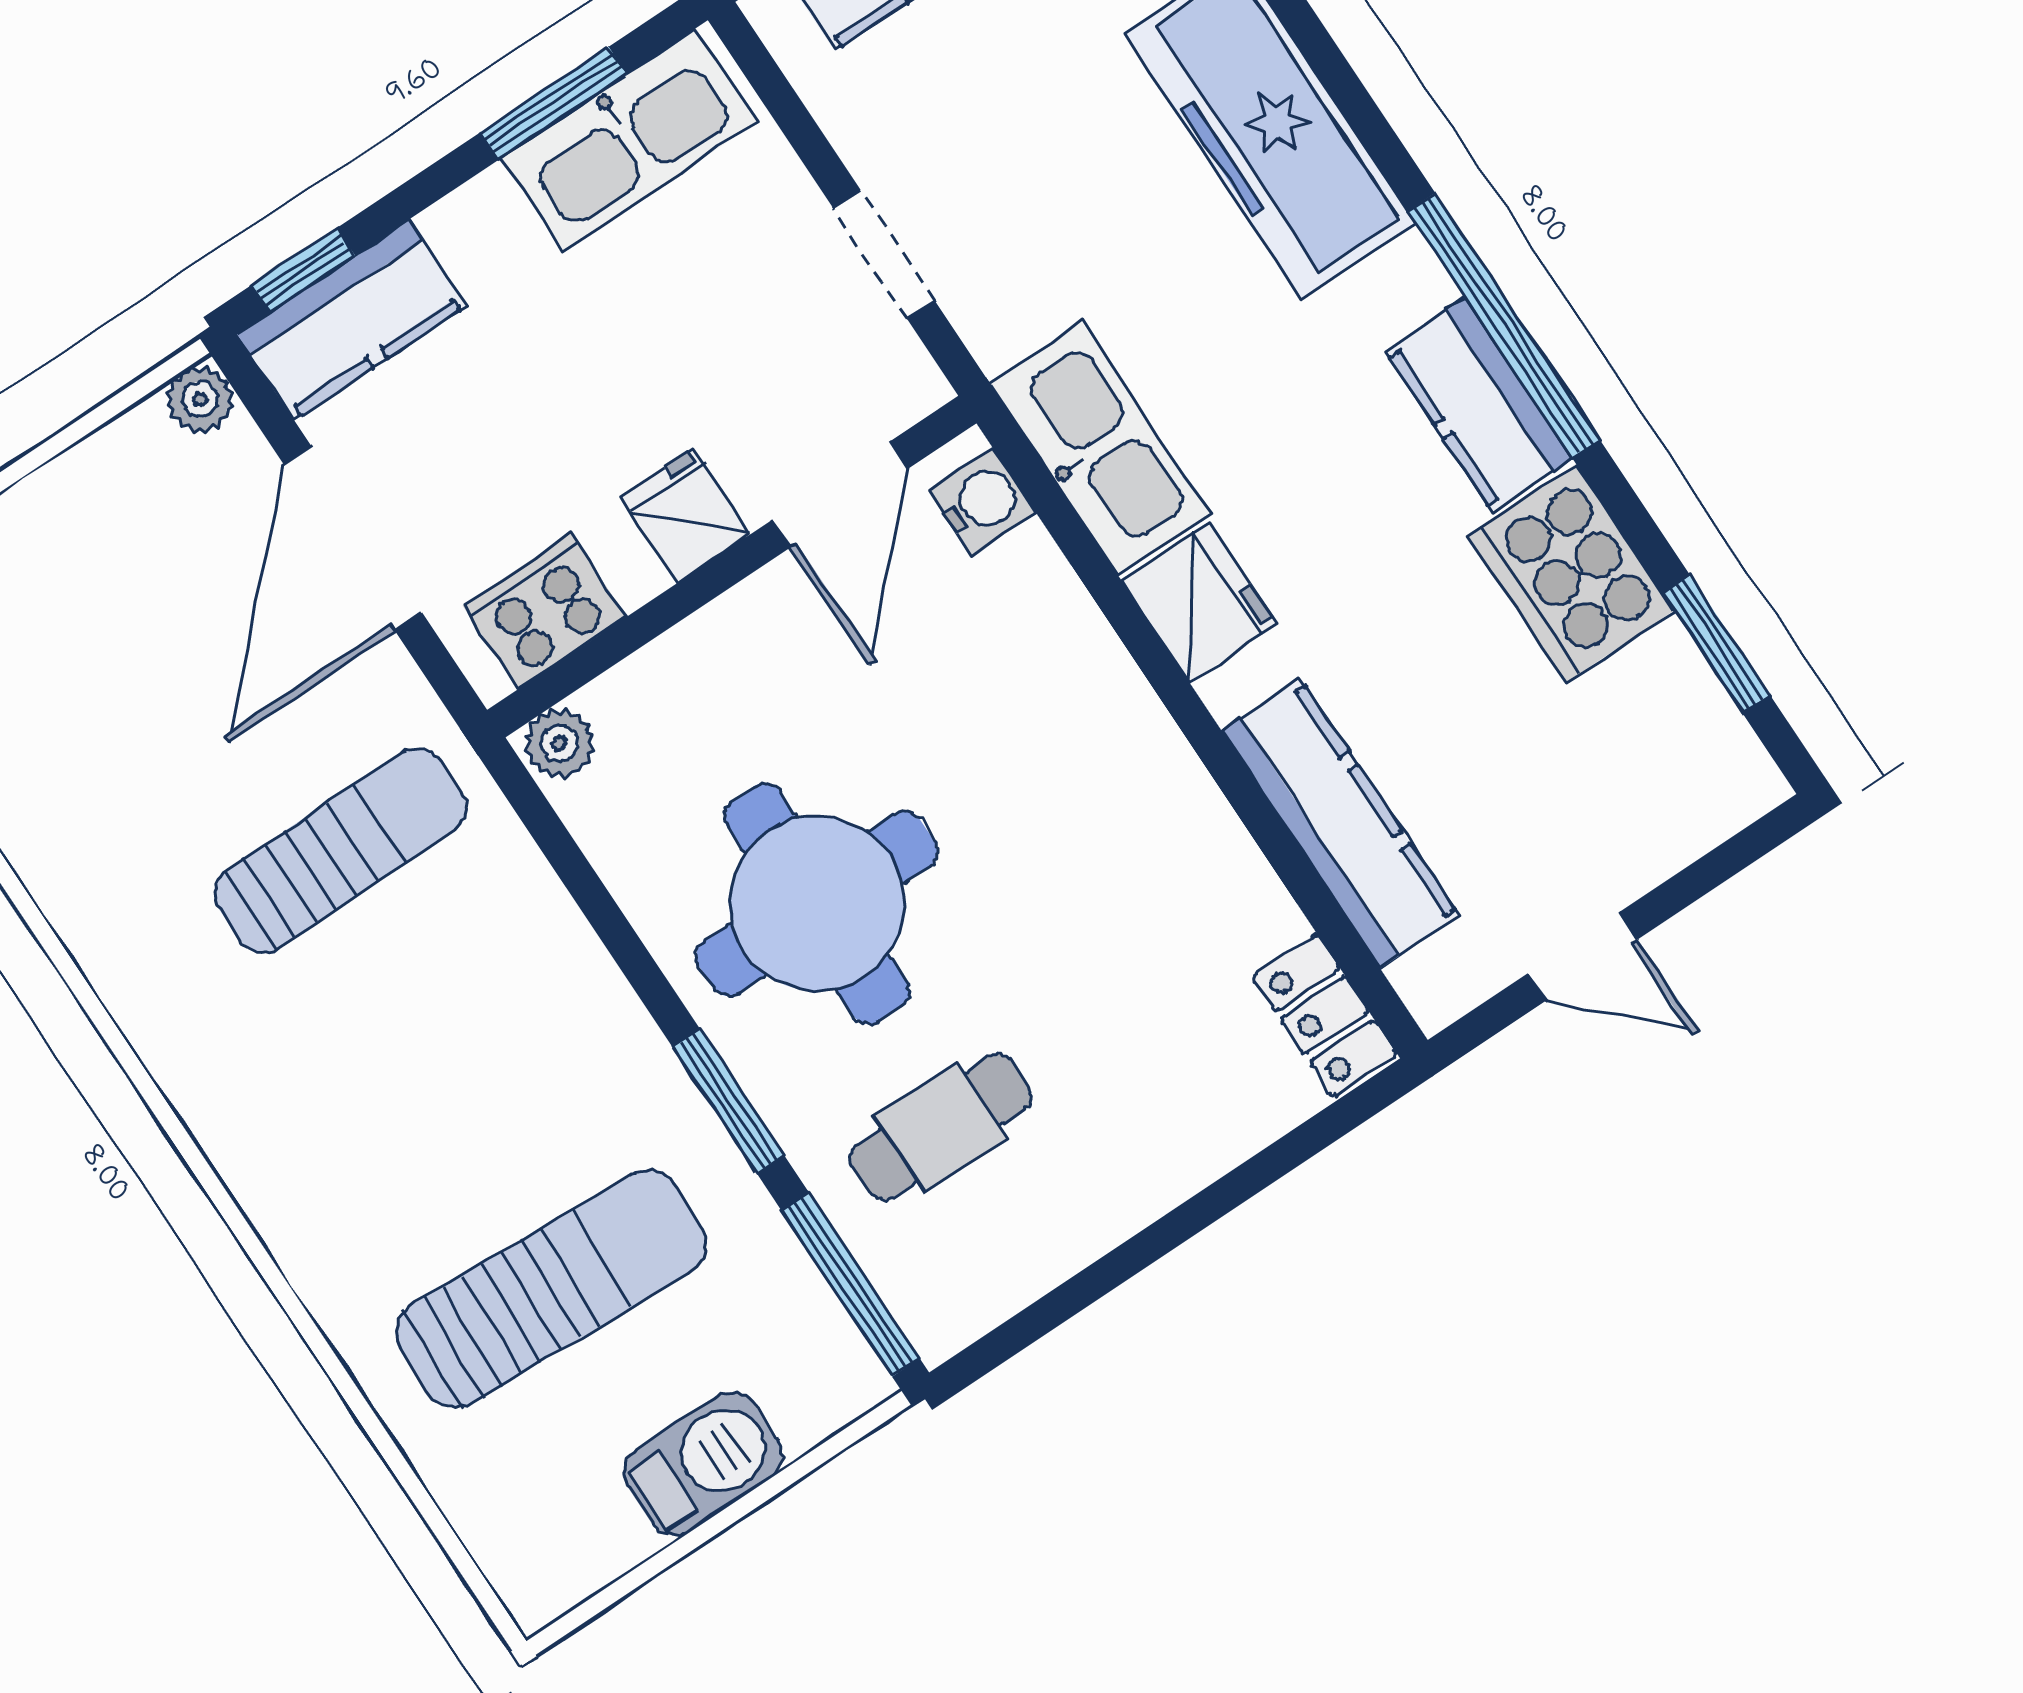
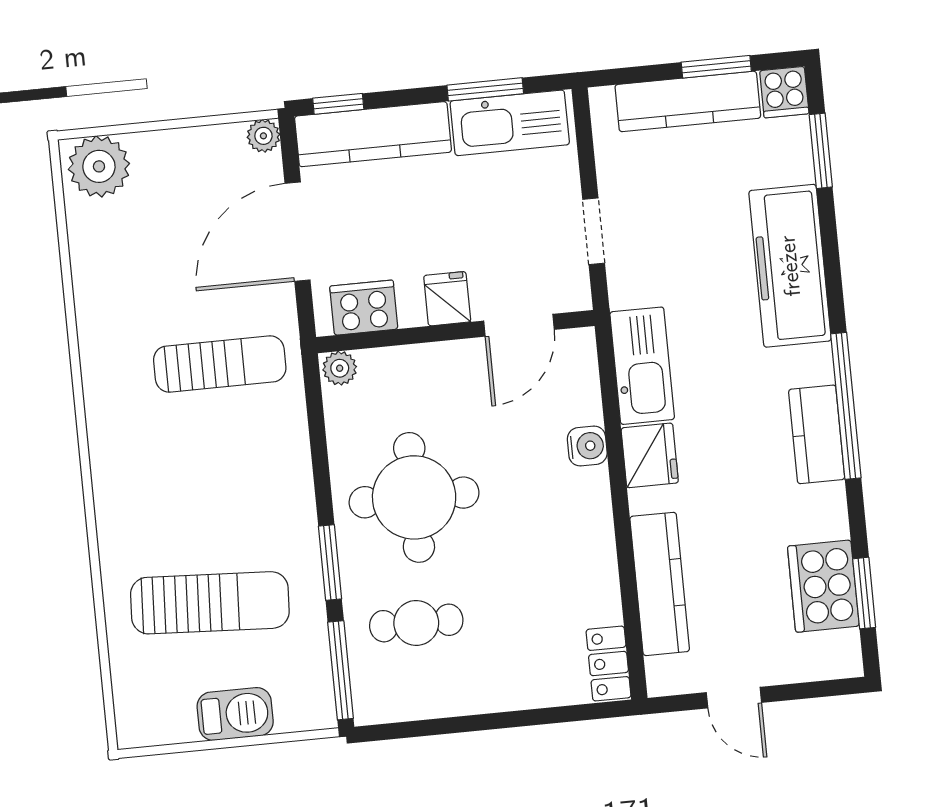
kitchen counter: (352, 320) -> (373, 134), width x1.50
water cooler: (982, 502) -> (587, 446), moved
cooker: (1571, 573) -> (823, 586), moved

